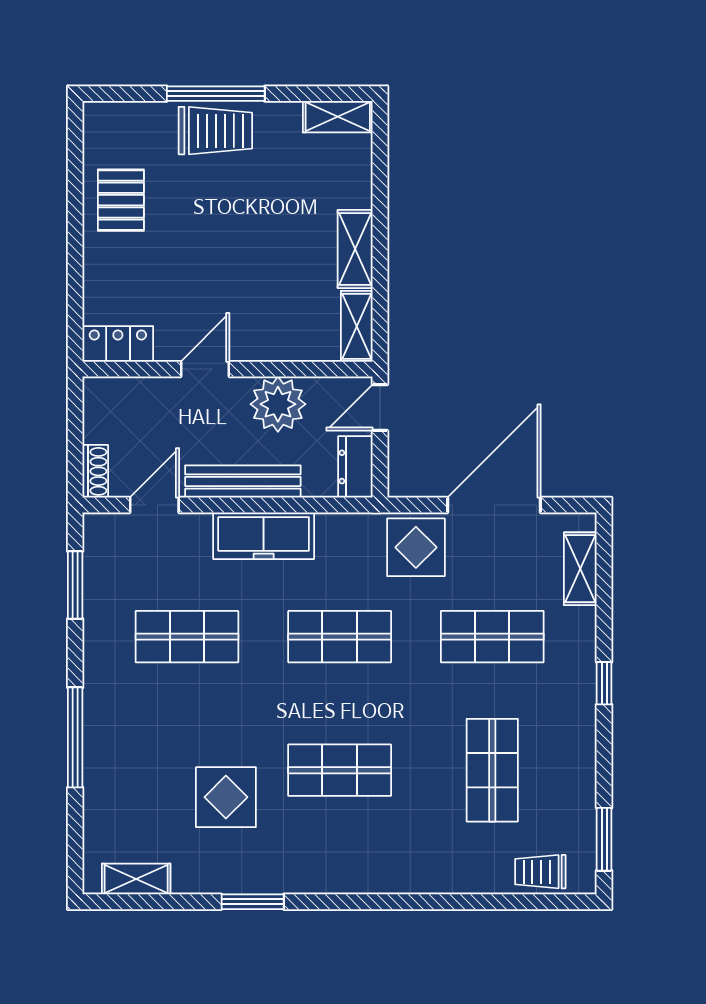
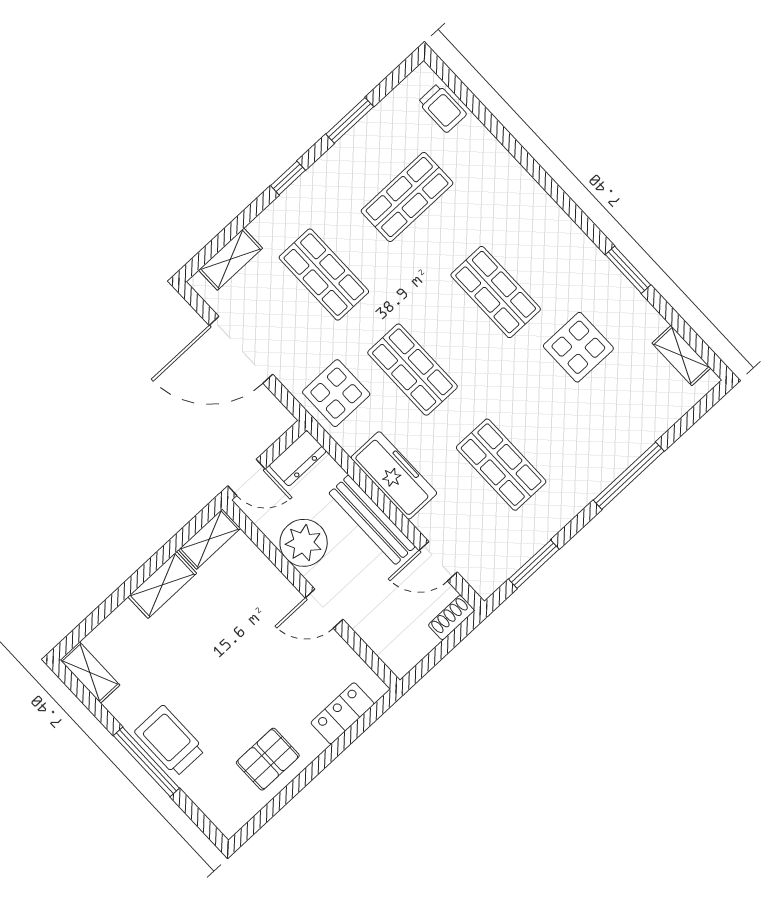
locker: (118, 344) -> (343, 713), moved, turned 90
display table: (416, 547) -> (336, 393), moved
window: (604, 839) -> (350, 120), moved

